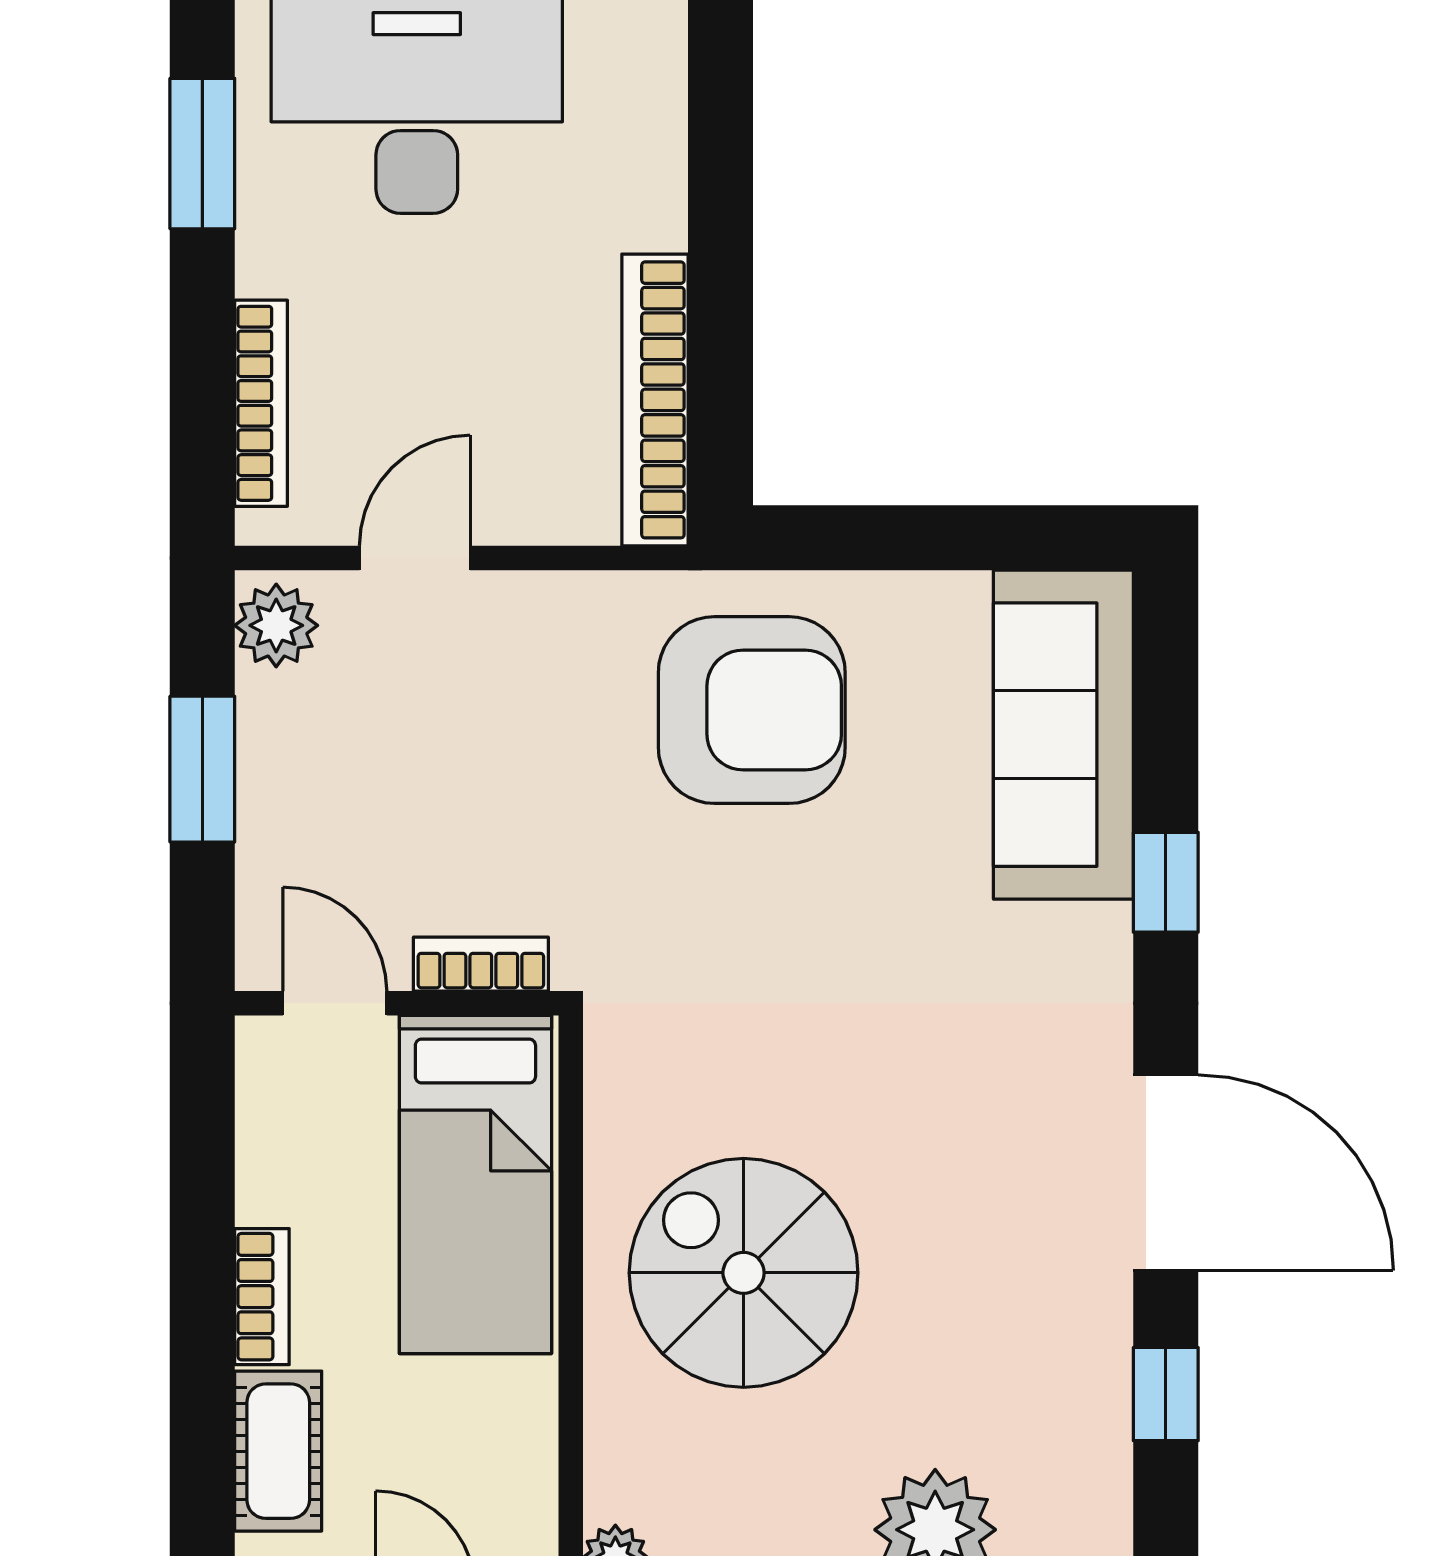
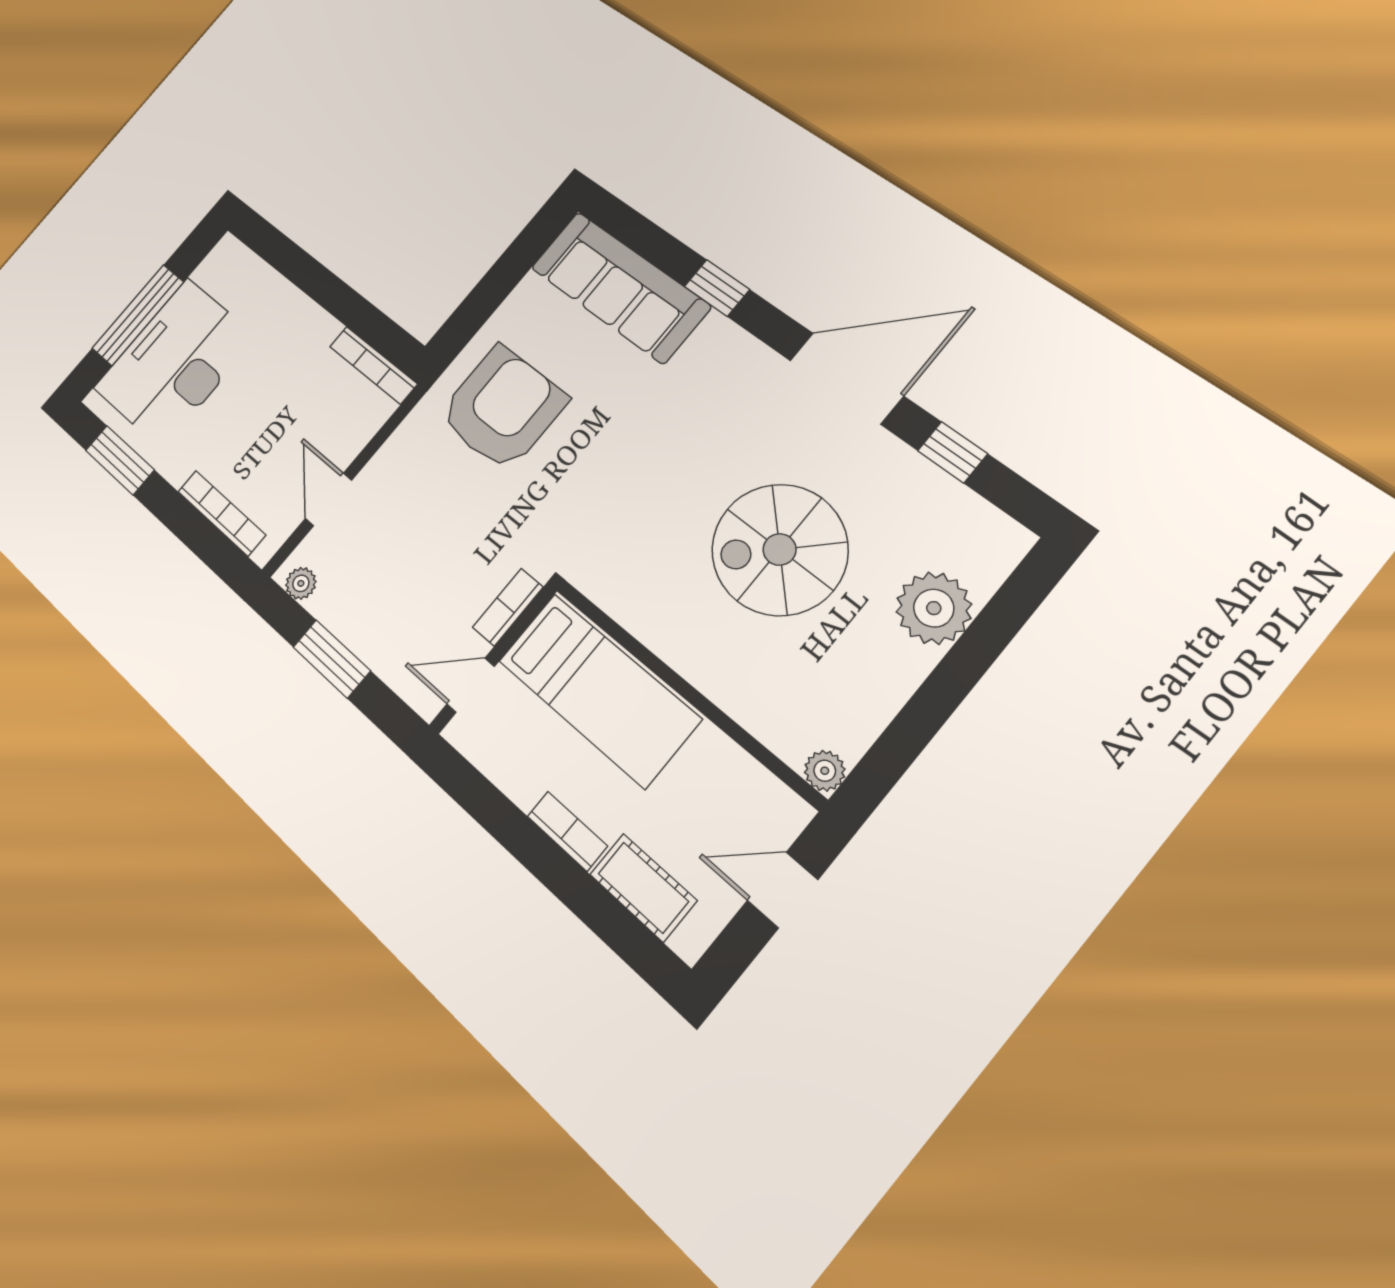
bookcase: (655, 400) -> (373, 365), width x0.68, depth x0.76
plant: (276, 625) -> (301, 583), width x0.73, depth x0.73
spiral stairs: (744, 1273) -> (780, 549), moved

